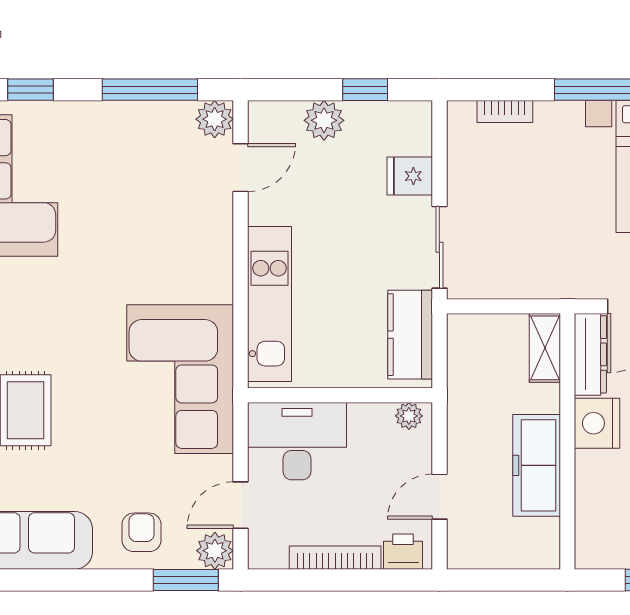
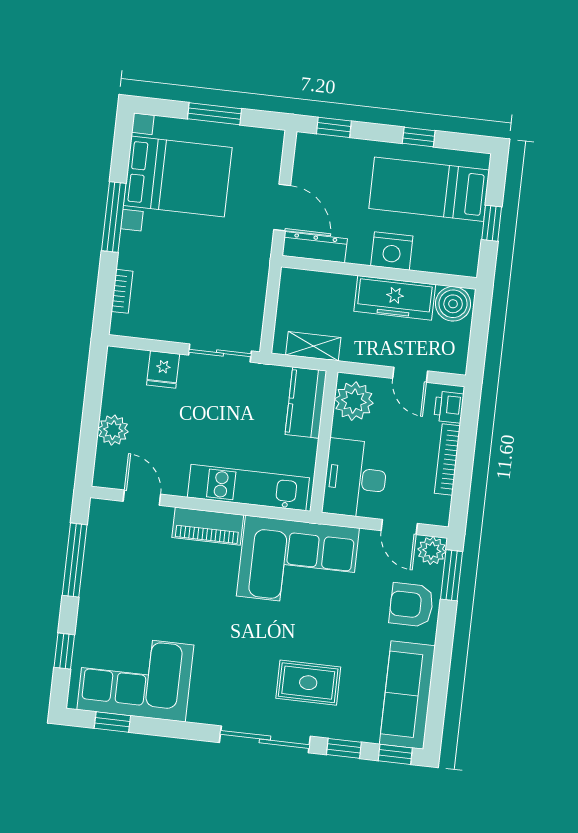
window: (365, 90) -> (93, 396), removed
plant: (215, 119) -> (103, 513), removed
piano: (213, 257) -> (208, 526), added
kitchen counter: (410, 335) -> (306, 403), moved, turned 90
shelving: (545, 348) -> (313, 346), moved
plant: (409, 416) -> (354, 401), width x1.88, depth x1.88
nightstand: (597, 423) -> (392, 251), moved
armchair: (142, 532) -> (411, 605), width x1.38, depth x1.38
boiler: (538, 542) -> (453, 304), added

